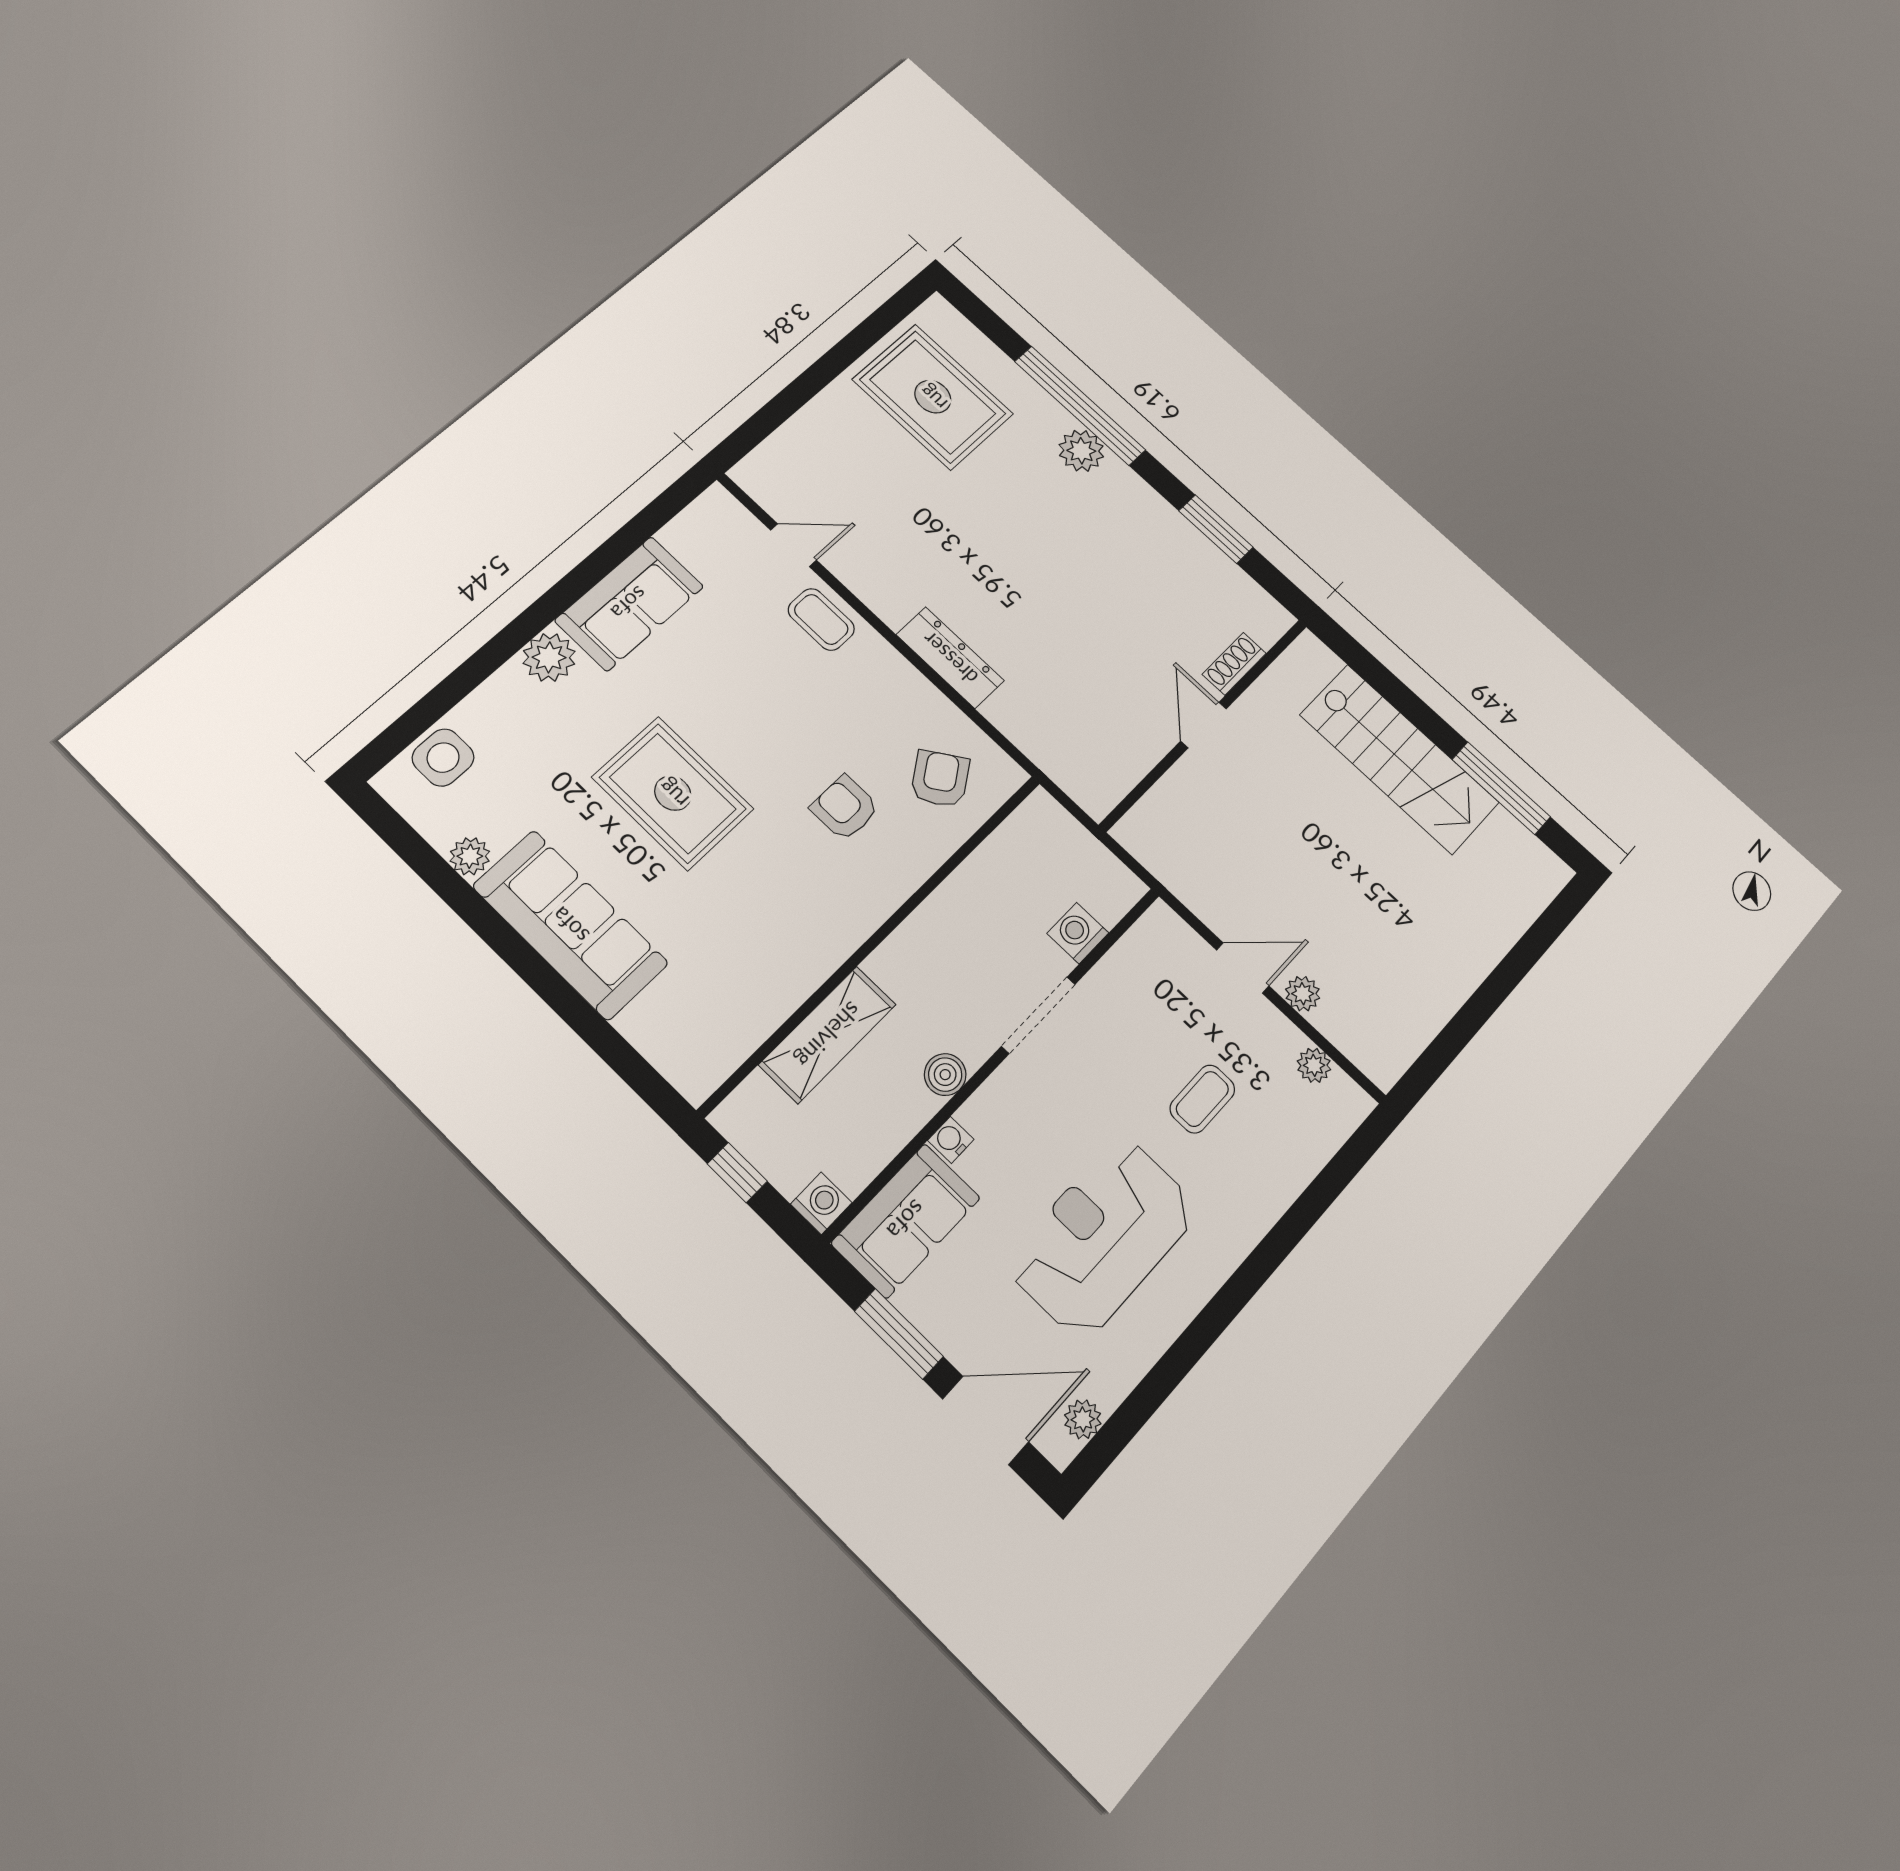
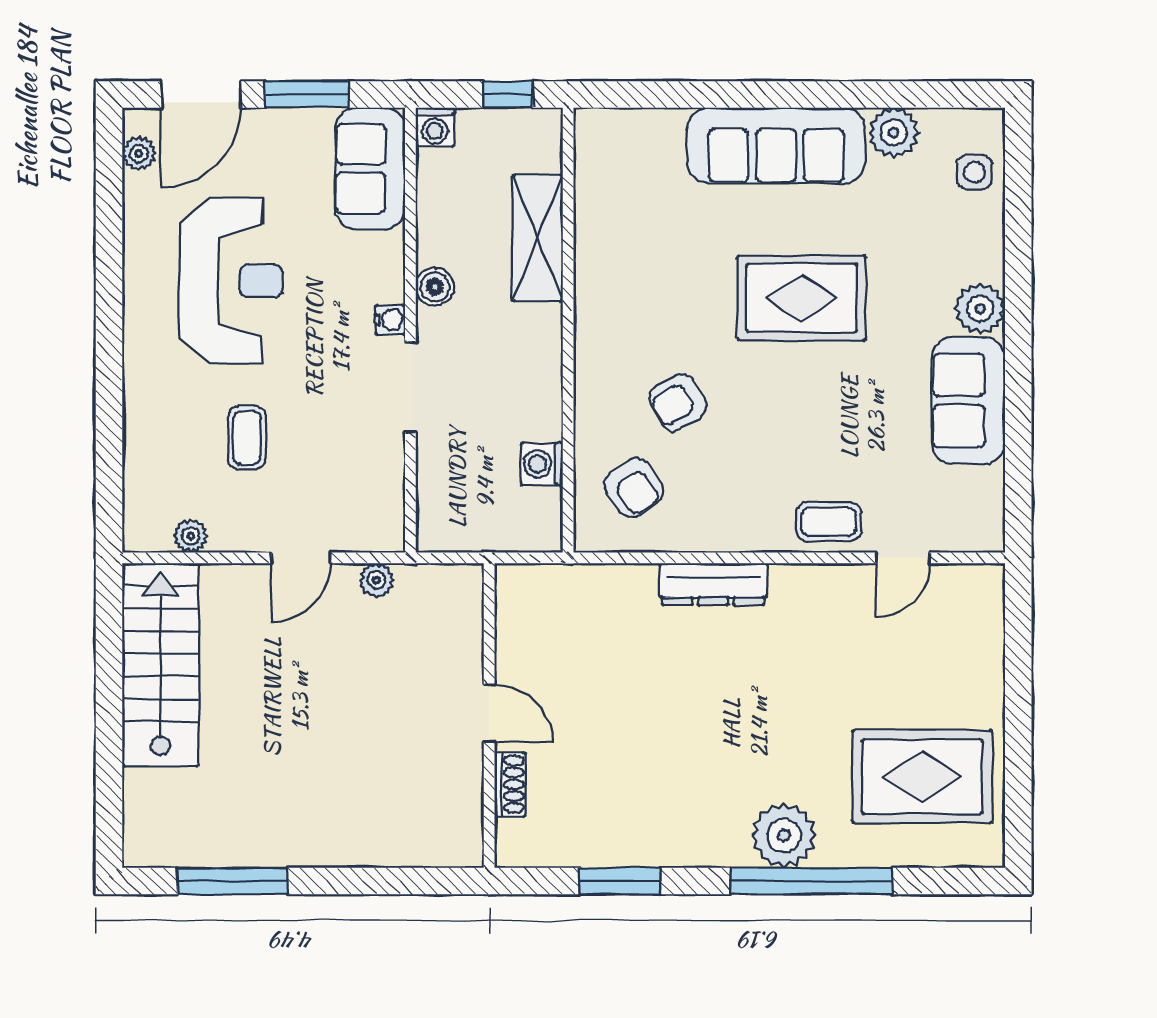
plant: (1081, 451) -> (784, 835), width x1.36, depth x1.36
side table: (443, 758) -> (974, 172), width x0.73, depth x0.73
stairs: (1399, 759) -> (161, 665), moved, turned 90
armchair: (845, 808) -> (678, 402), turned 150
plant: (470, 856) -> (894, 133), width x1.38, depth x1.38
washing machine: (1078, 933) -> (542, 464), moved, turned 180
plant: (1303, 994) -> (376, 580), moved
water cooler: (951, 1140) -> (390, 320), moved

